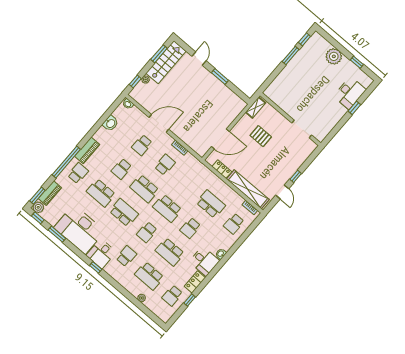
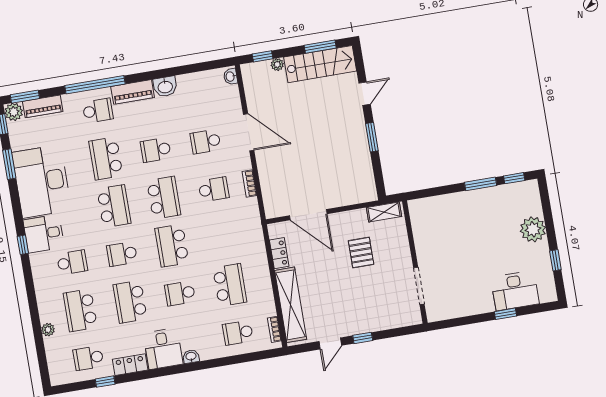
washbasin: (110, 123) -> (165, 87), moved
school desk: (144, 189) -> (164, 198), turned 180

